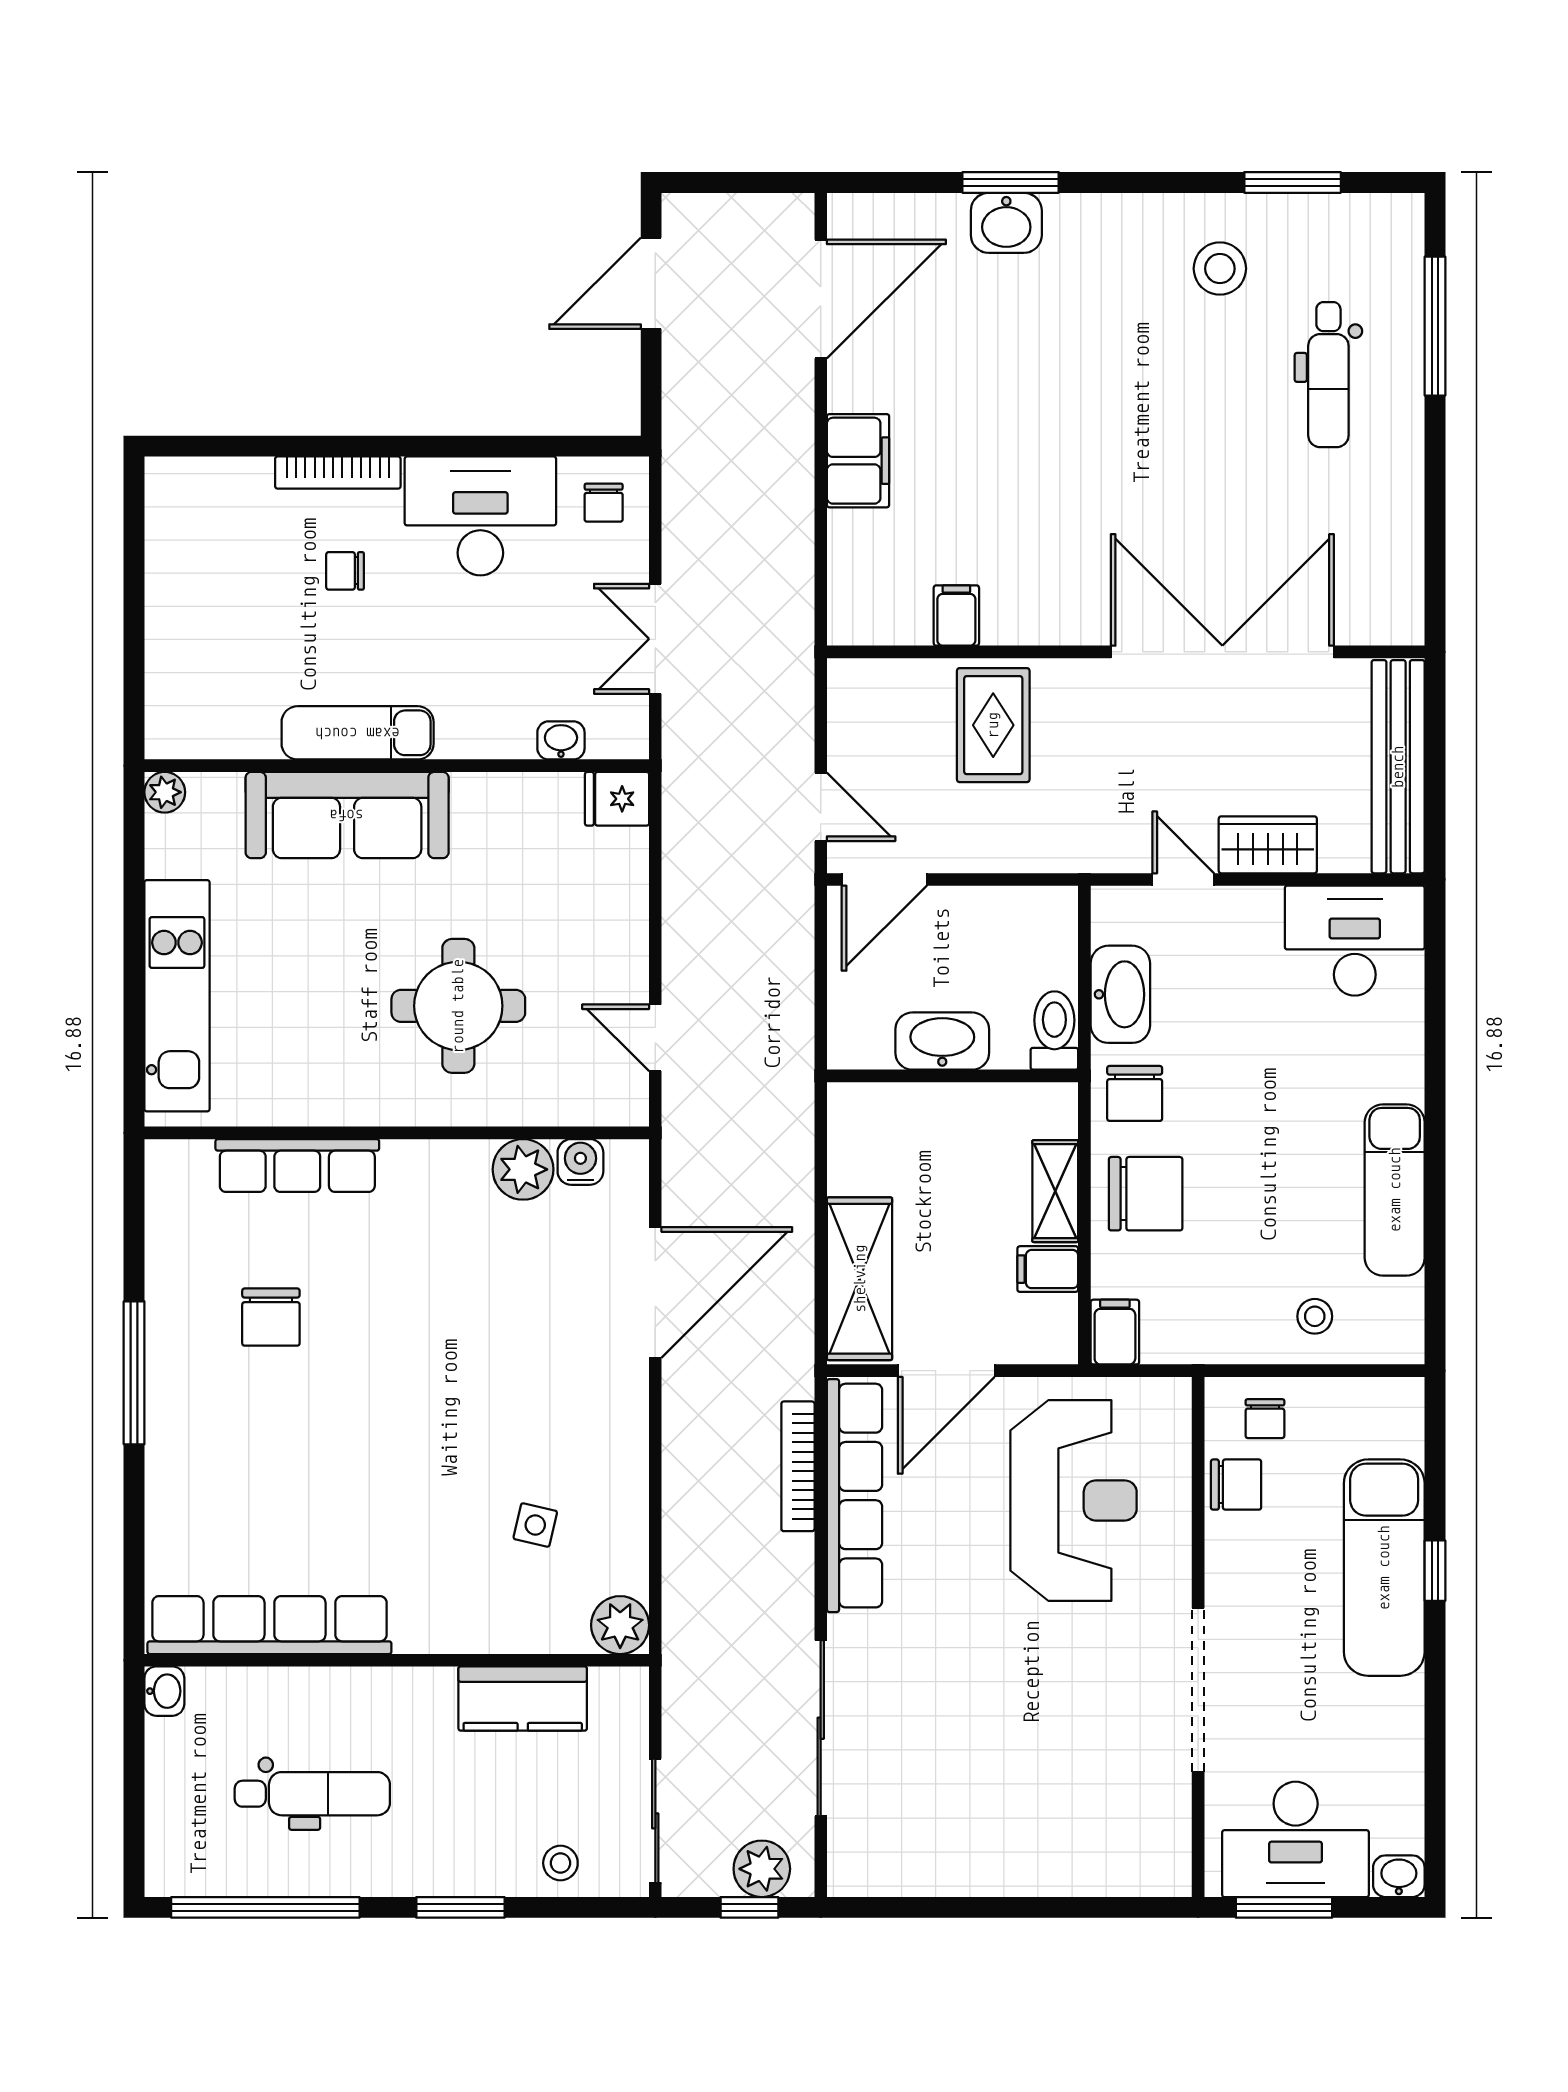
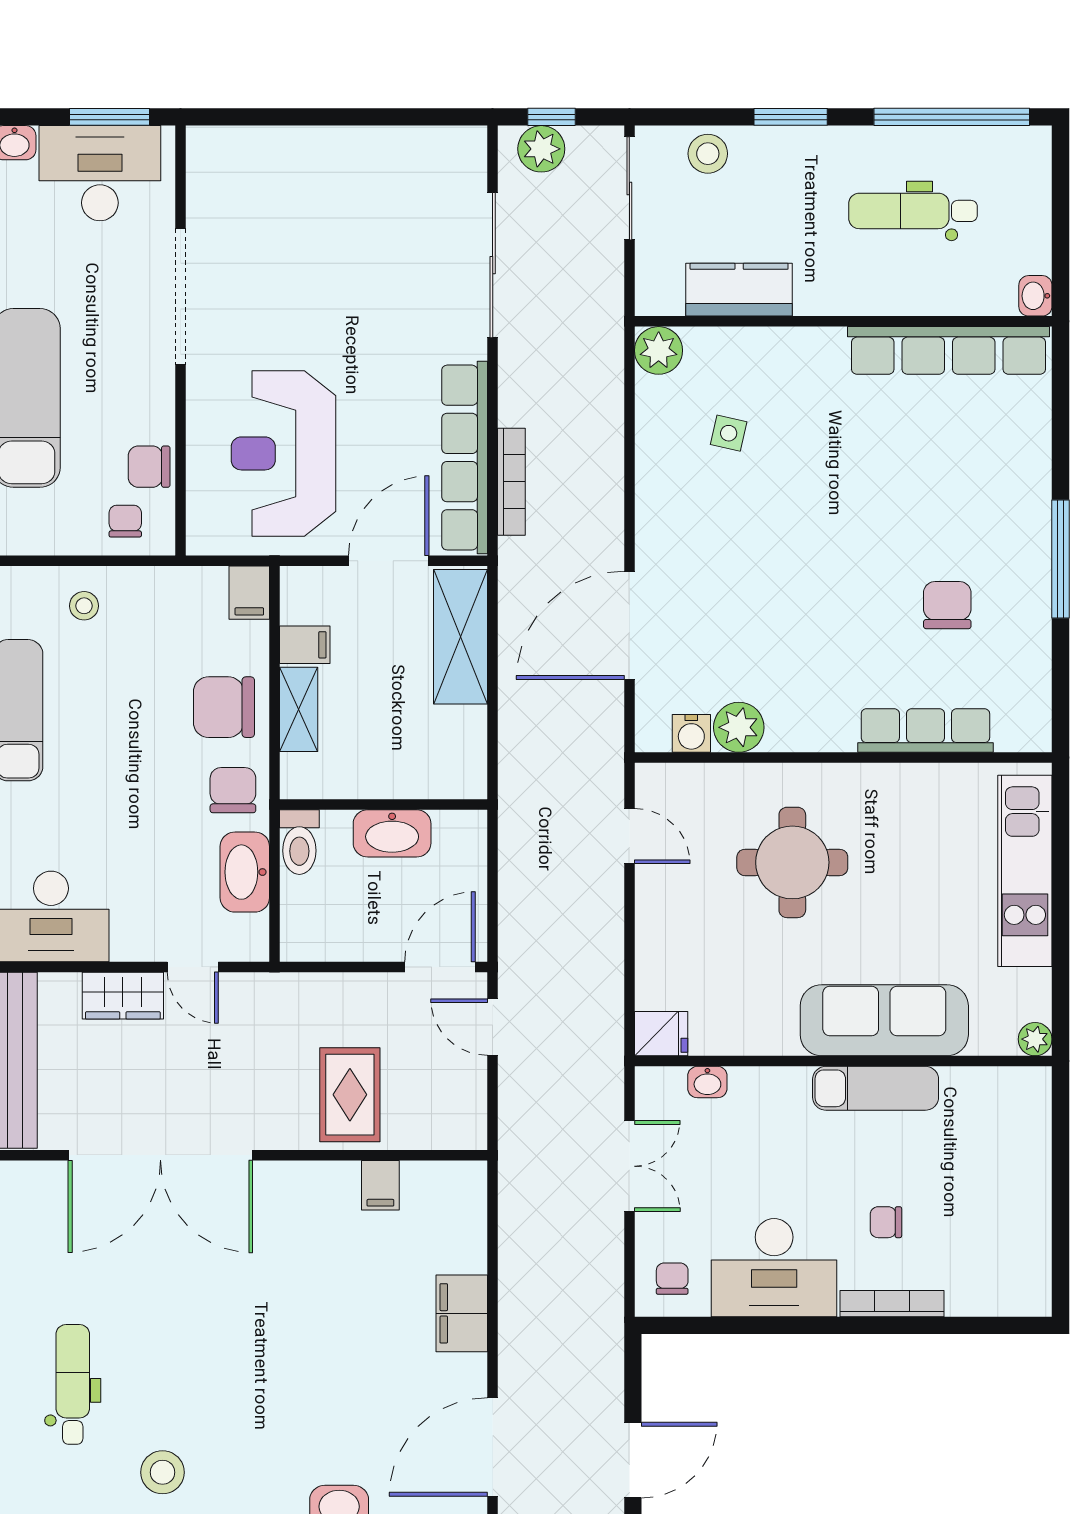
chair: (345, 571) -> (886, 1222), turned 180
stool: (560, 1863) -> (708, 154), width x1.37, depth x1.37

